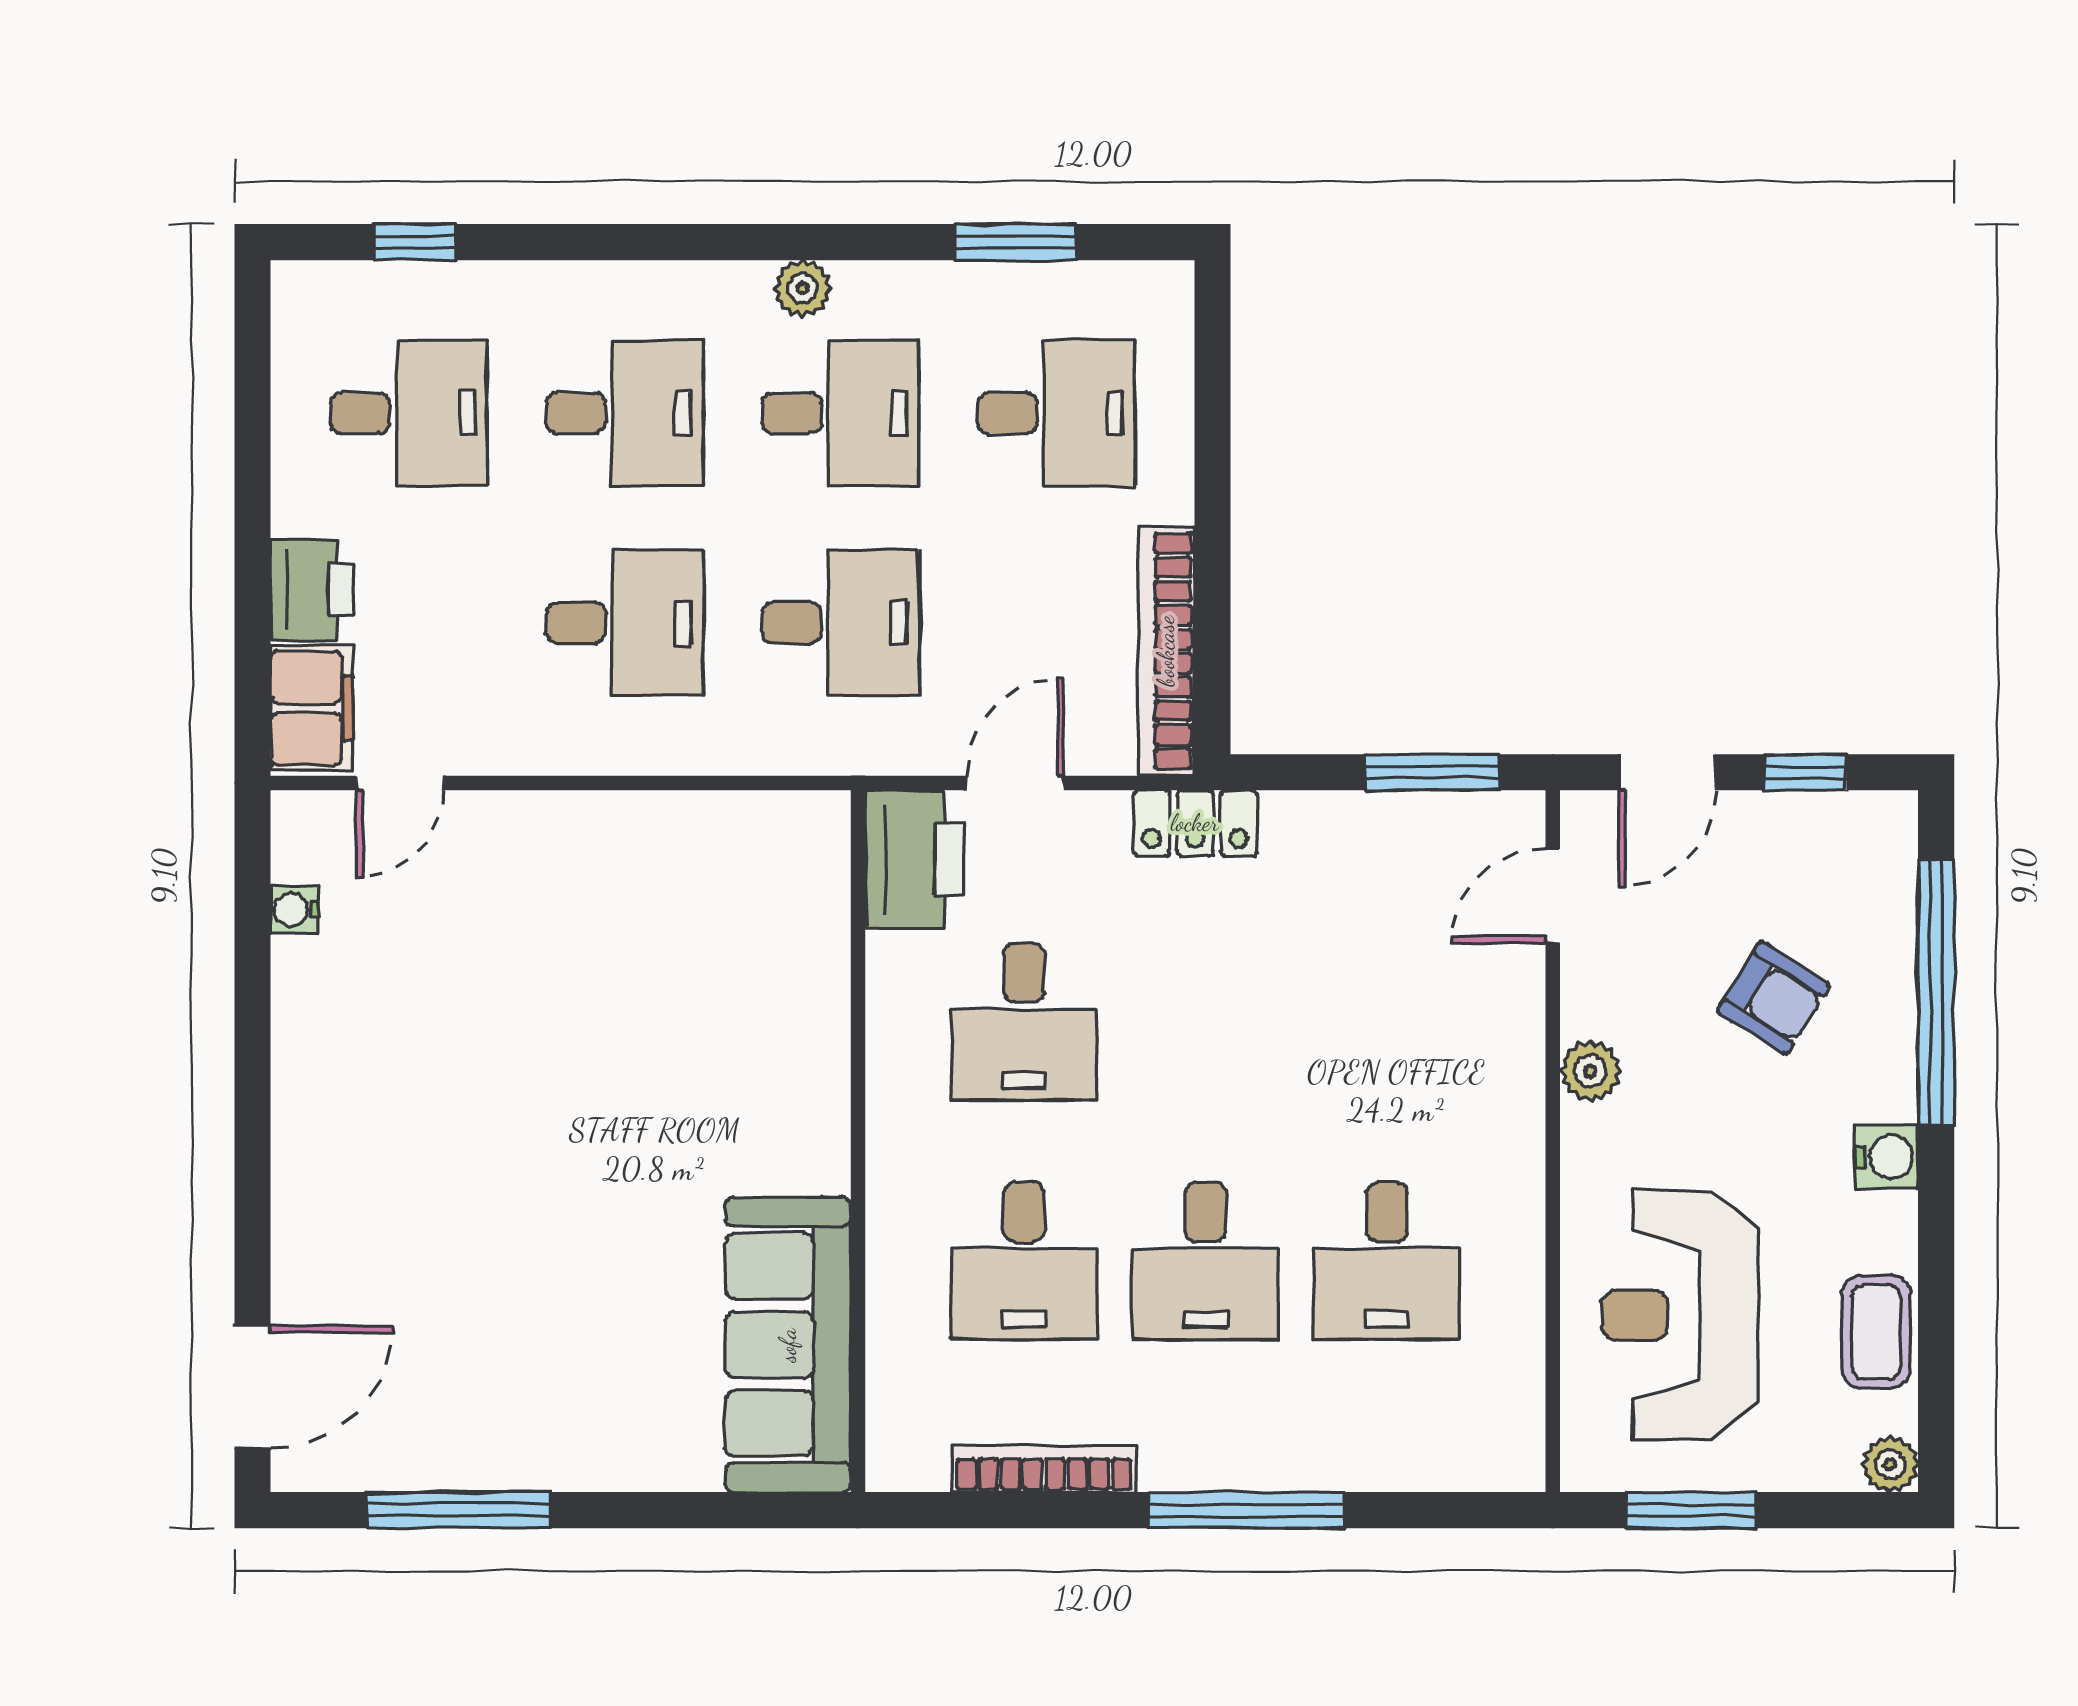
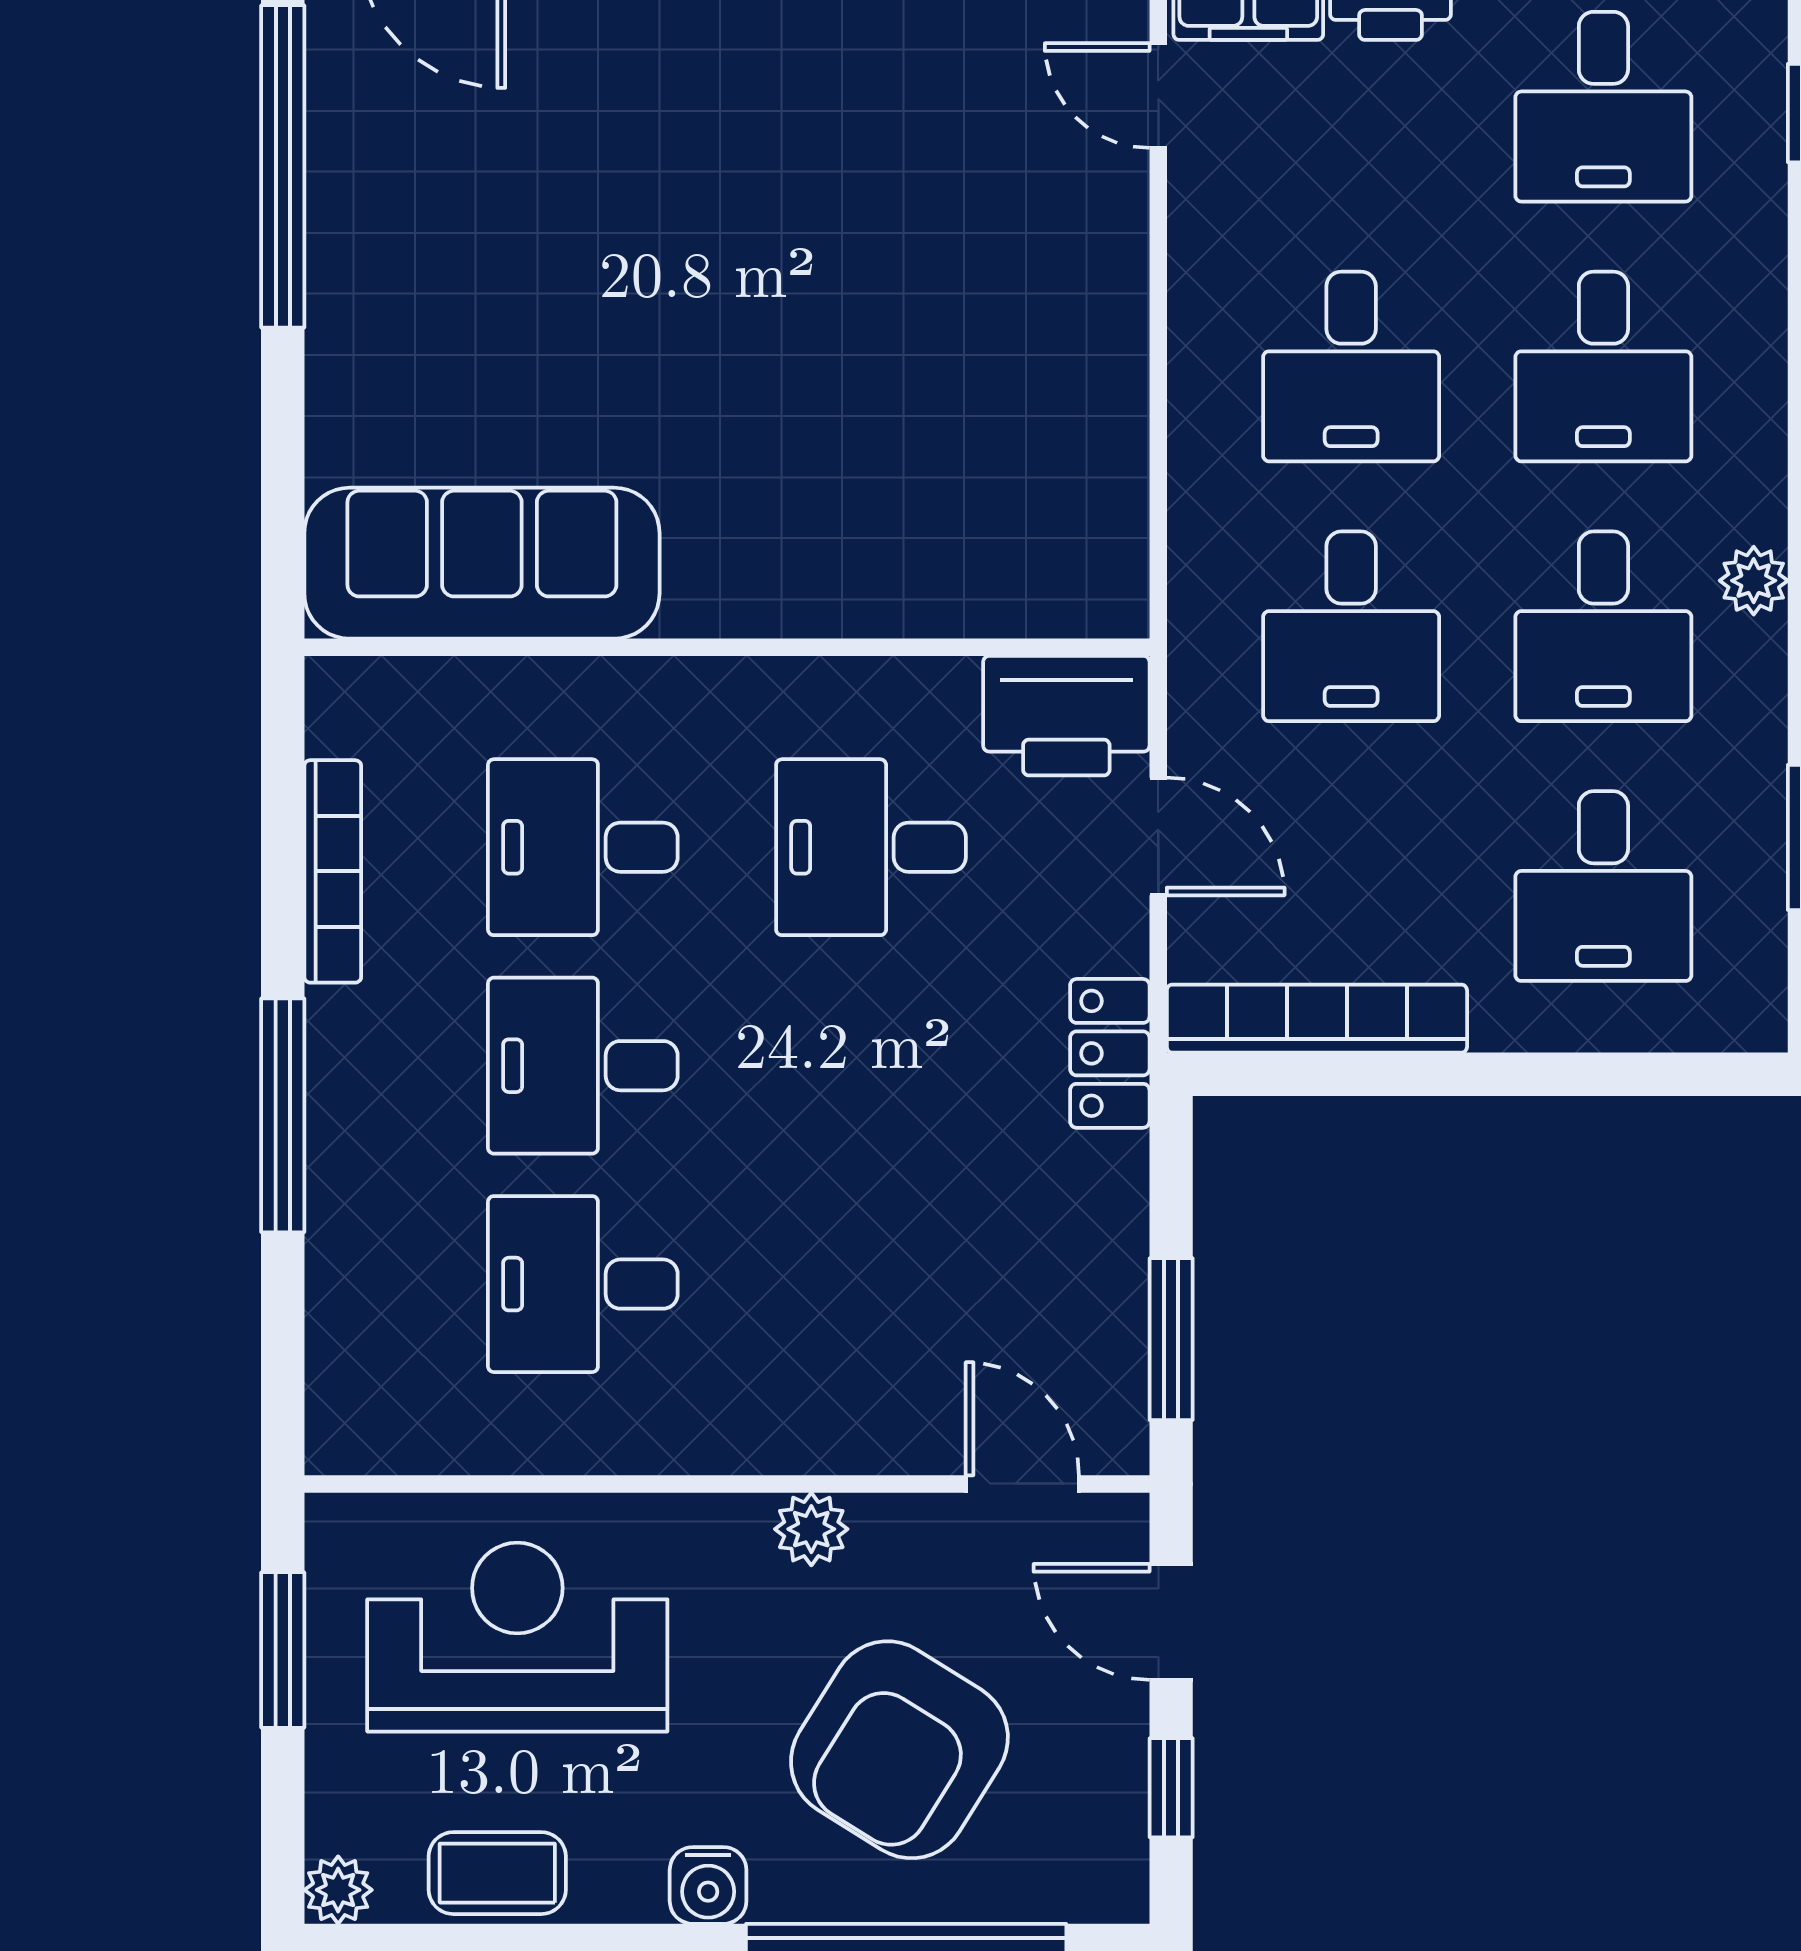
armchair: (1774, 998) -> (899, 1750), width x1.88, depth x1.88
window: (458, 1510) -> (283, 166), width x1.46

